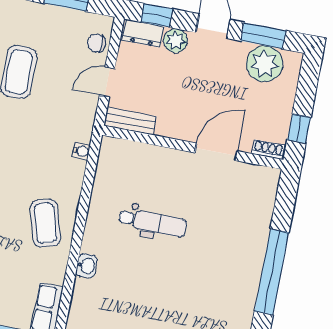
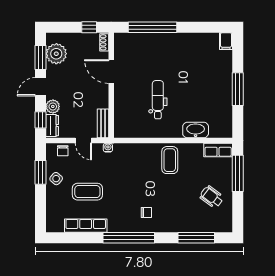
side table: (51, 23) -> (56, 179), added
water cooler: (81, 151) -> (108, 148), moved
coffee table: (46, 223) -> (170, 160), turned -74
washbasin: (86, 266) -> (196, 130), width x1.91, depth x1.45
window: (272, 272) -> (152, 27), moved

